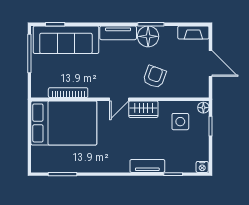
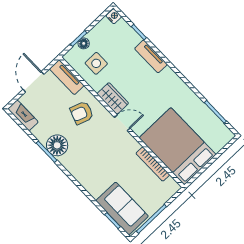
tv unit: (118, 33) -> (67, 77), moved, turned 180
sofa: (66, 40) -> (122, 208), width x0.73
floor lamp: (203, 108) -> (84, 43), moved

